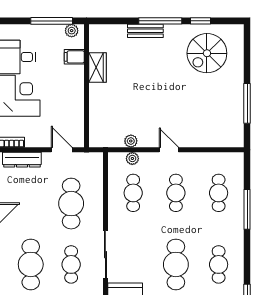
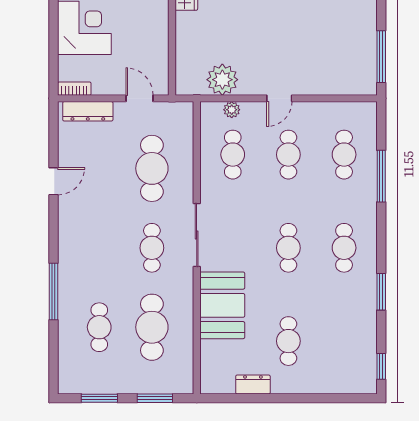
window: (247, 103) -> (381, 57), moved
plant: (131, 141) -> (222, 80), width x1.88, depth x1.88
door: (169, 150) -> (279, 98), swing flipped
cafe table: (31, 264) -> (99, 248), removed
cafe table: (176, 264) -> (288, 248), width x0.73, depth x0.74

